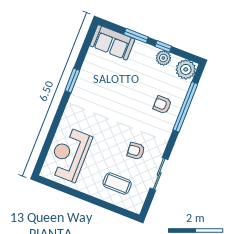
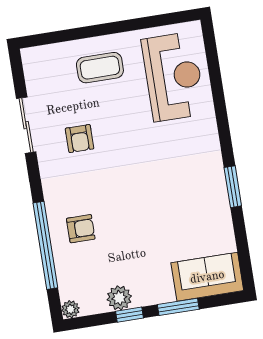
plant: (186, 69) -> (70, 309), width x0.53, depth x0.53
armchair: (136, 151) -> (80, 139), turned 95
coffee table: (117, 183) -> (100, 68), moved

